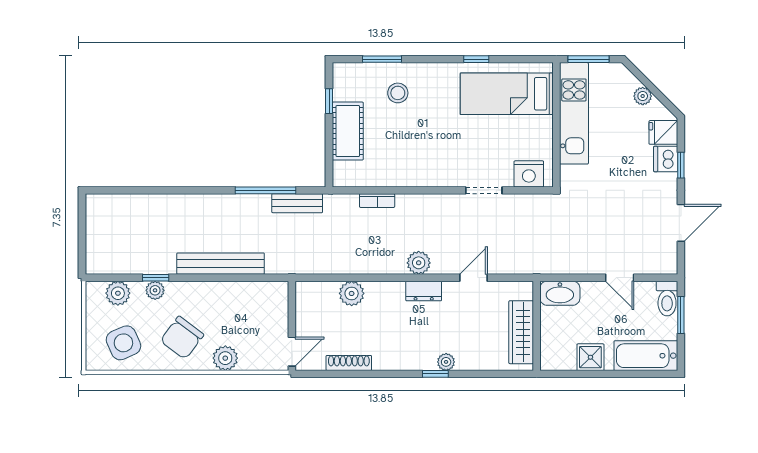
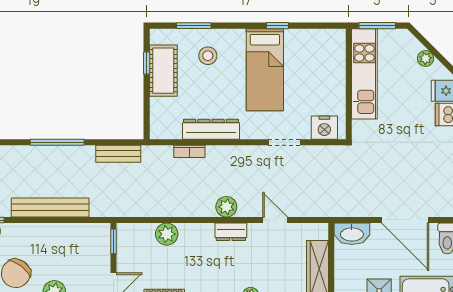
bed: (507, 94) -> (265, 70), moved, turned -90
cot: (348, 131) -> (163, 71), moved
dresser: (401, 176) -> (211, 129), added
window: (265, 190) -> (57, 142), moved
door: (474, 278) -> (275, 220), hinge flipped
door: (620, 278) -> (405, 220), width x1.87
window: (292, 302) -> (114, 241), added

